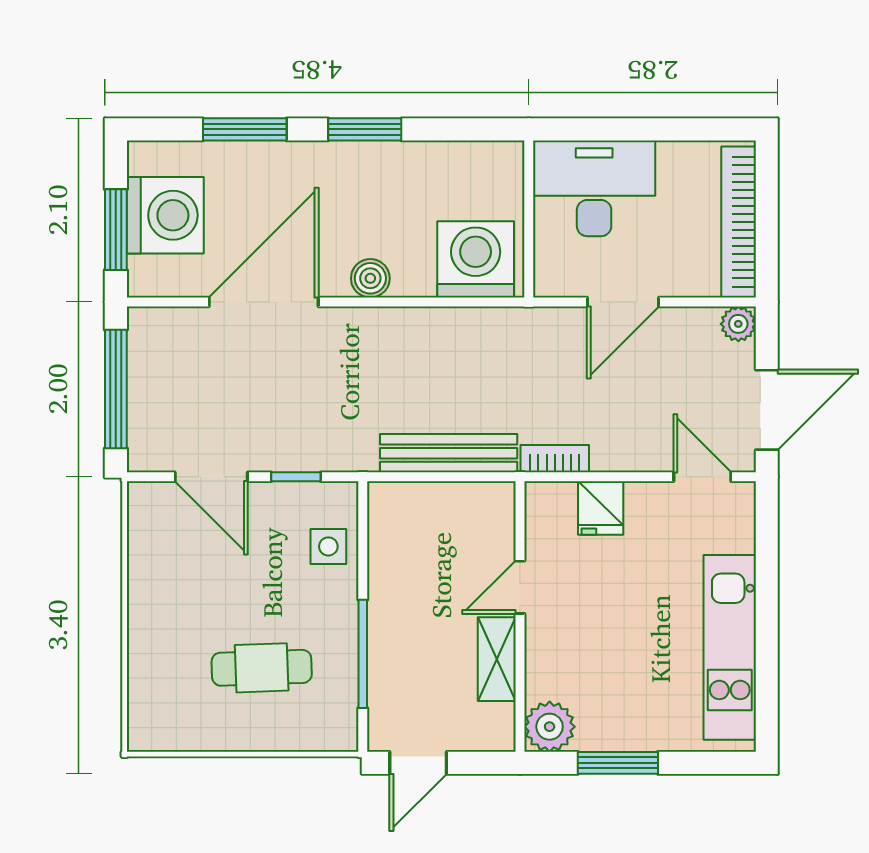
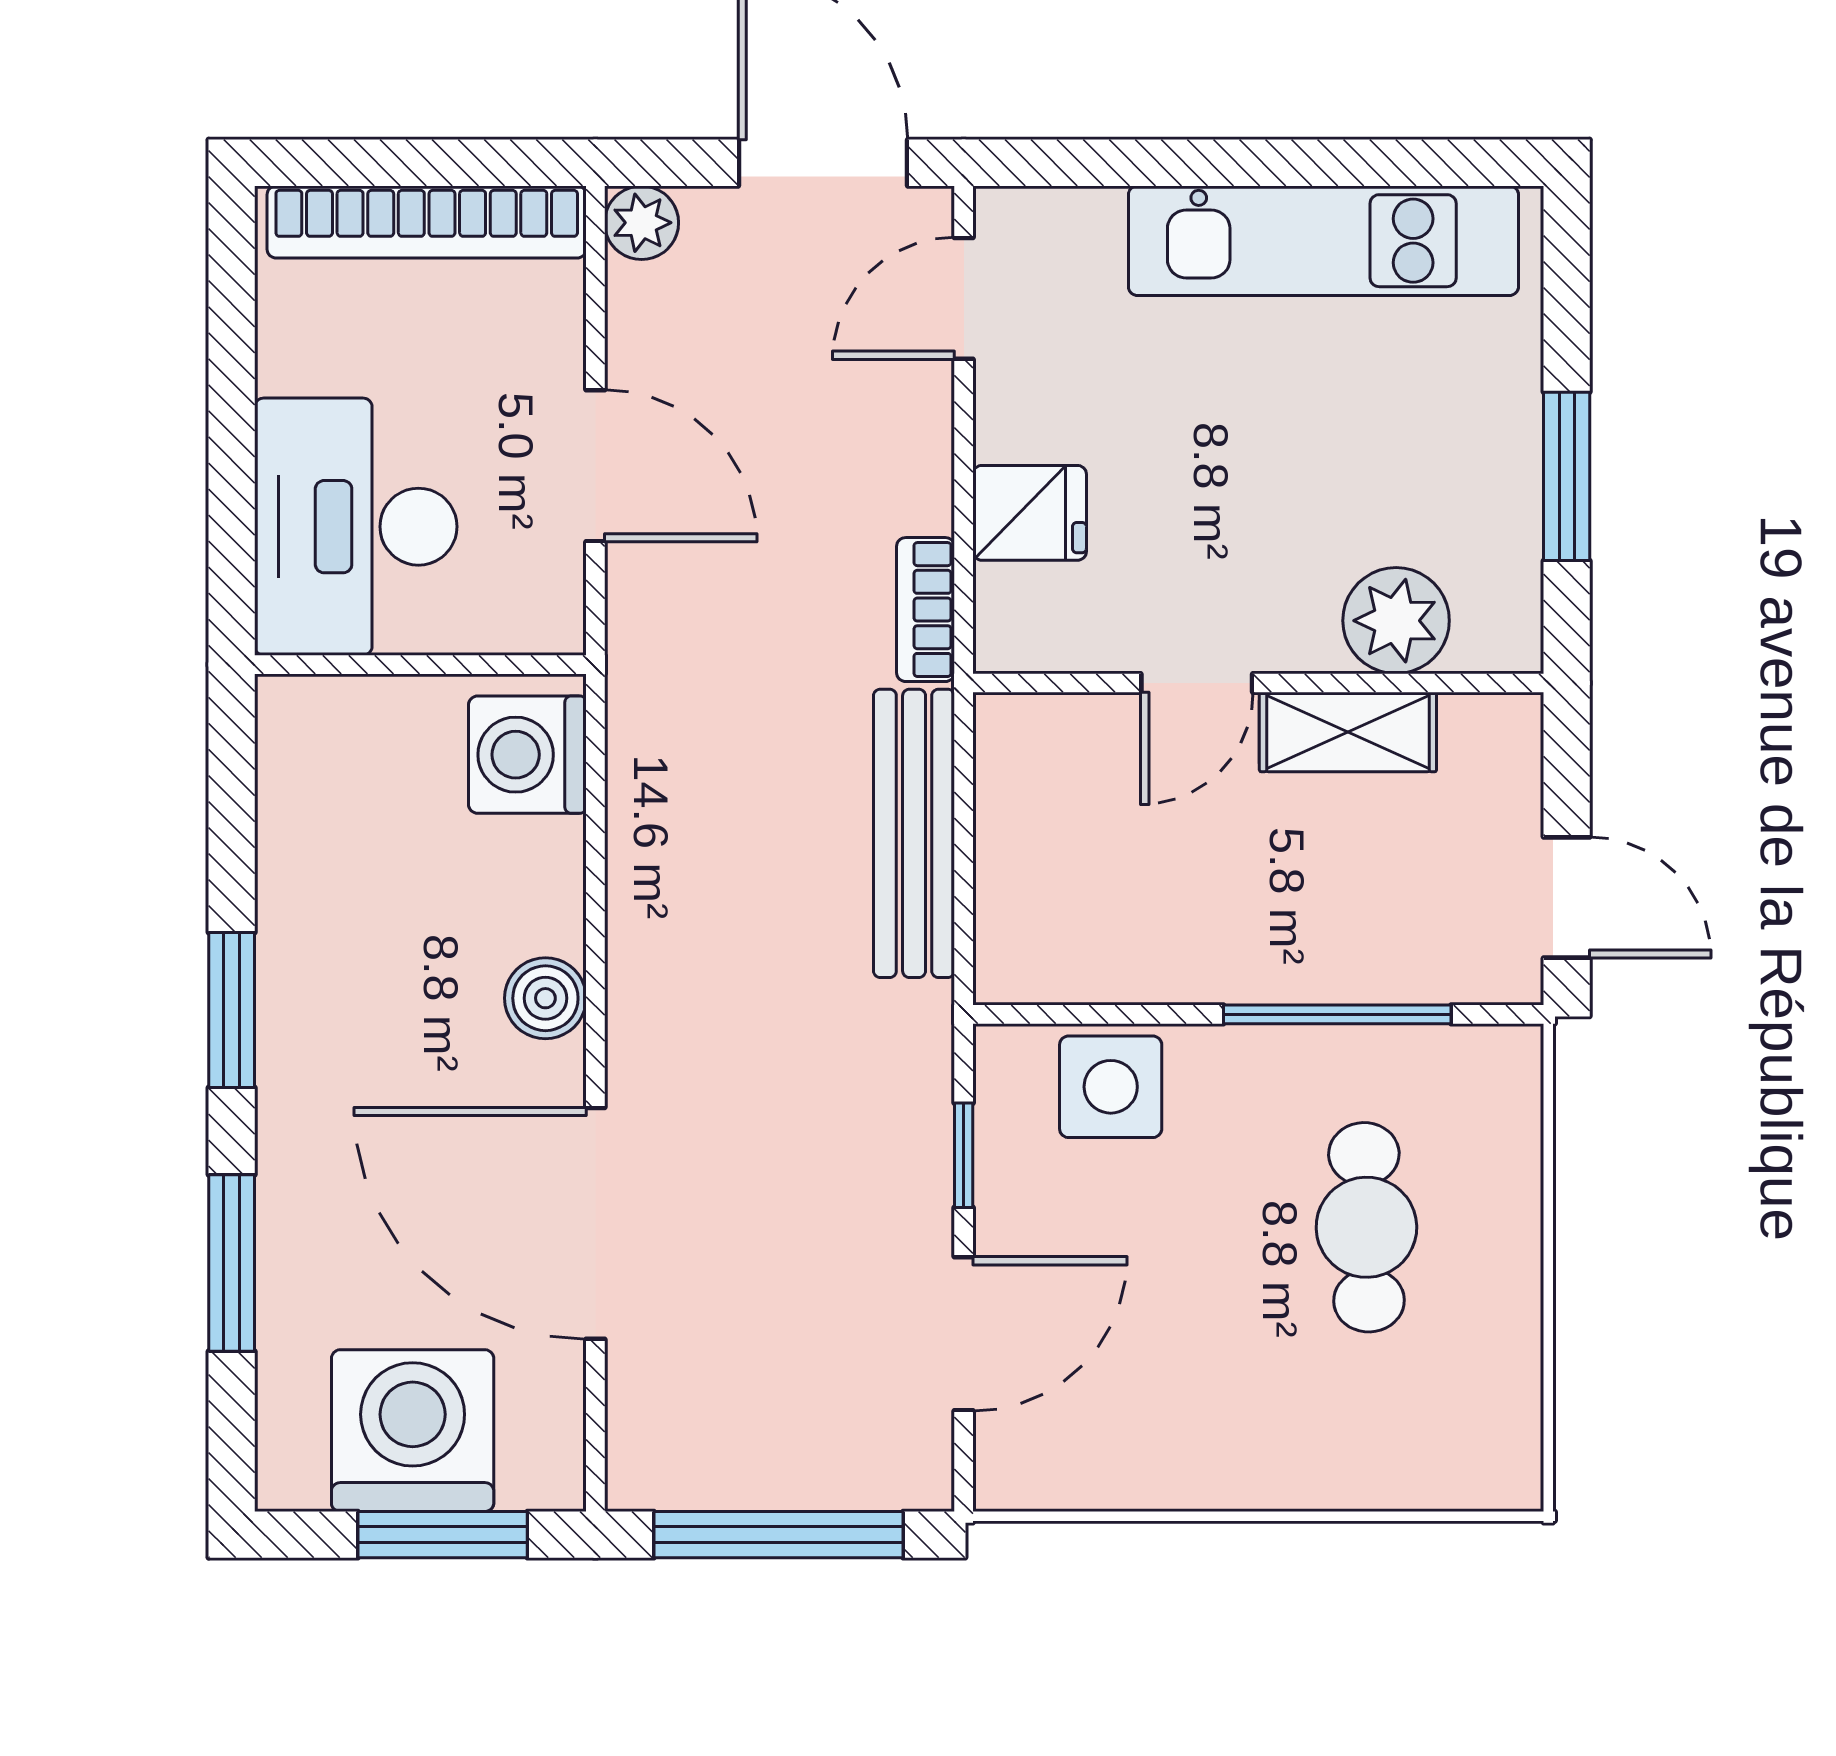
washing machine: (476, 259) -> (527, 755), width x0.73, depth x0.73
side table: (328, 546) -> (1111, 1087), width x1.37, depth x1.37
door: (520, 587) -> (1197, 683), hinge flipped
plant: (550, 727) -> (1396, 621), moved

